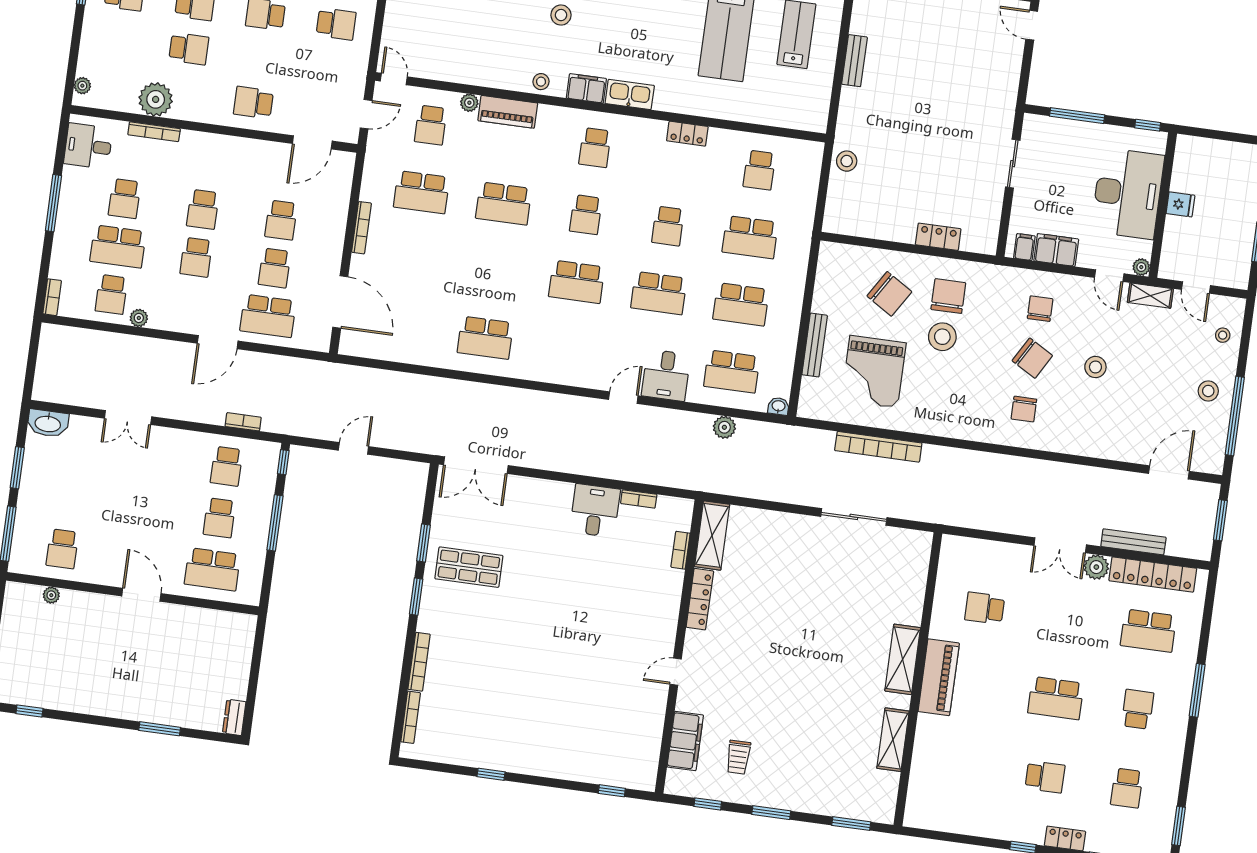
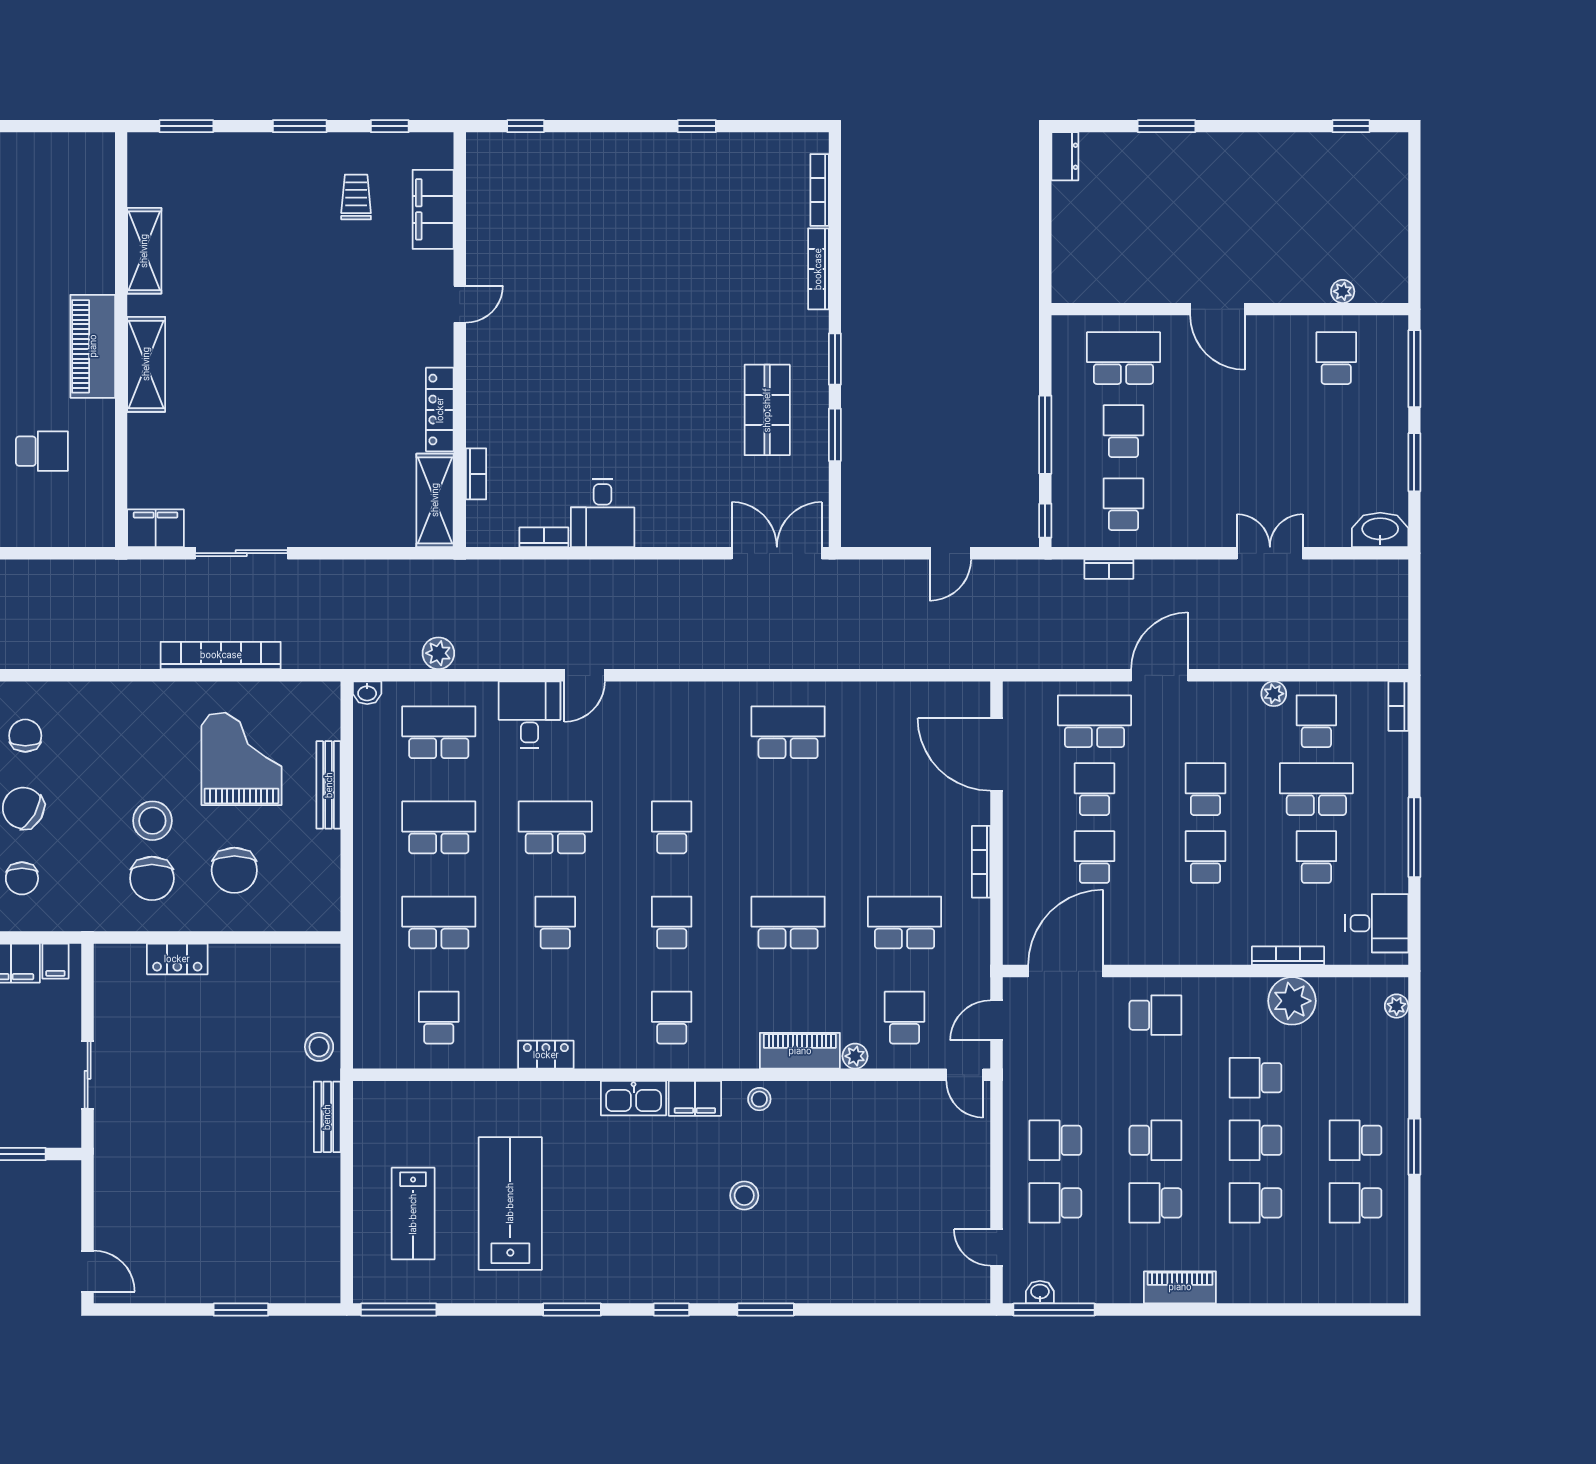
bench: (855, 61) -> (327, 1117), moved
door: (312, 142) -> (1066, 971), width x1.36
school desk: (577, 282) -> (672, 827), width x0.54
chair: (889, 294) -> (234, 870), turned -122
filing cabinet: (912, 543) -> (156, 528), added
shop shelf: (469, 567) -> (767, 410), turned 90

